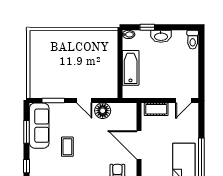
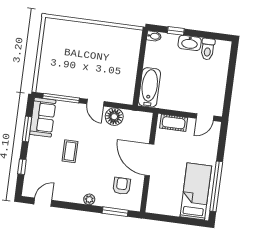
toilet: (193, 40) -> (208, 49), moved
bathtub: (131, 68) -> (149, 87), moved
window: (53, 100) -> (61, 98), width x1.44
sofa: (39, 126) -> (43, 117), width x0.73

